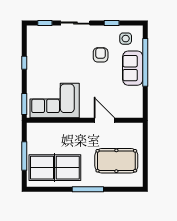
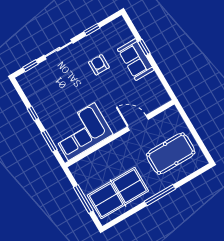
side table: (126, 39) -> (113, 36), removed
window: (145, 62) -> (144, 48), width x0.32
window: (24, 104) -> (49, 141), moved

